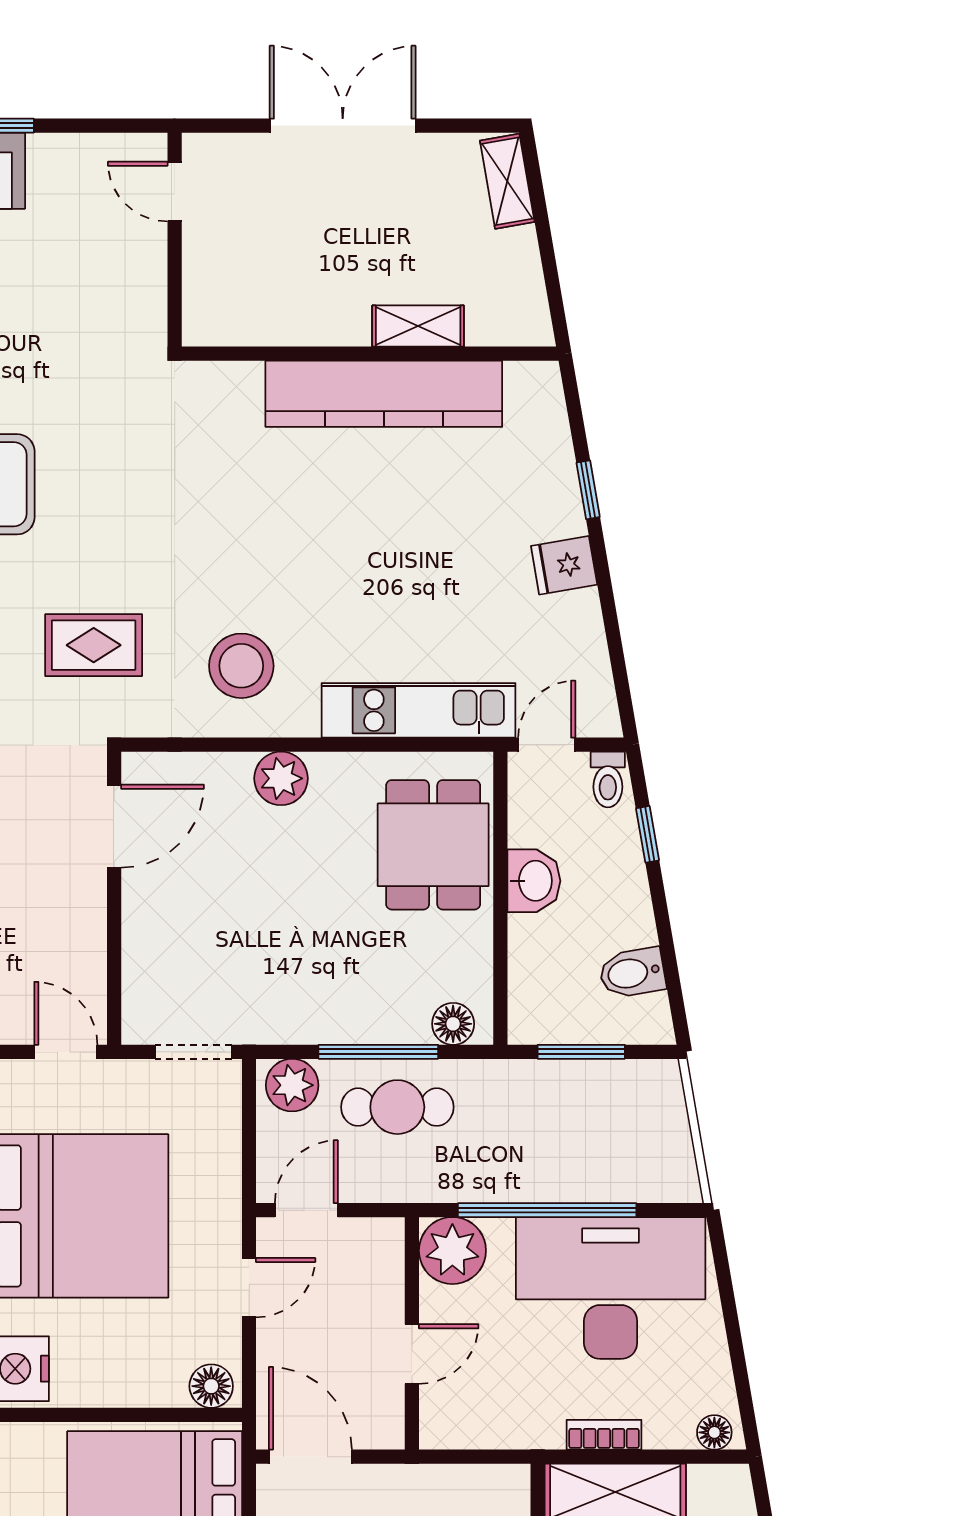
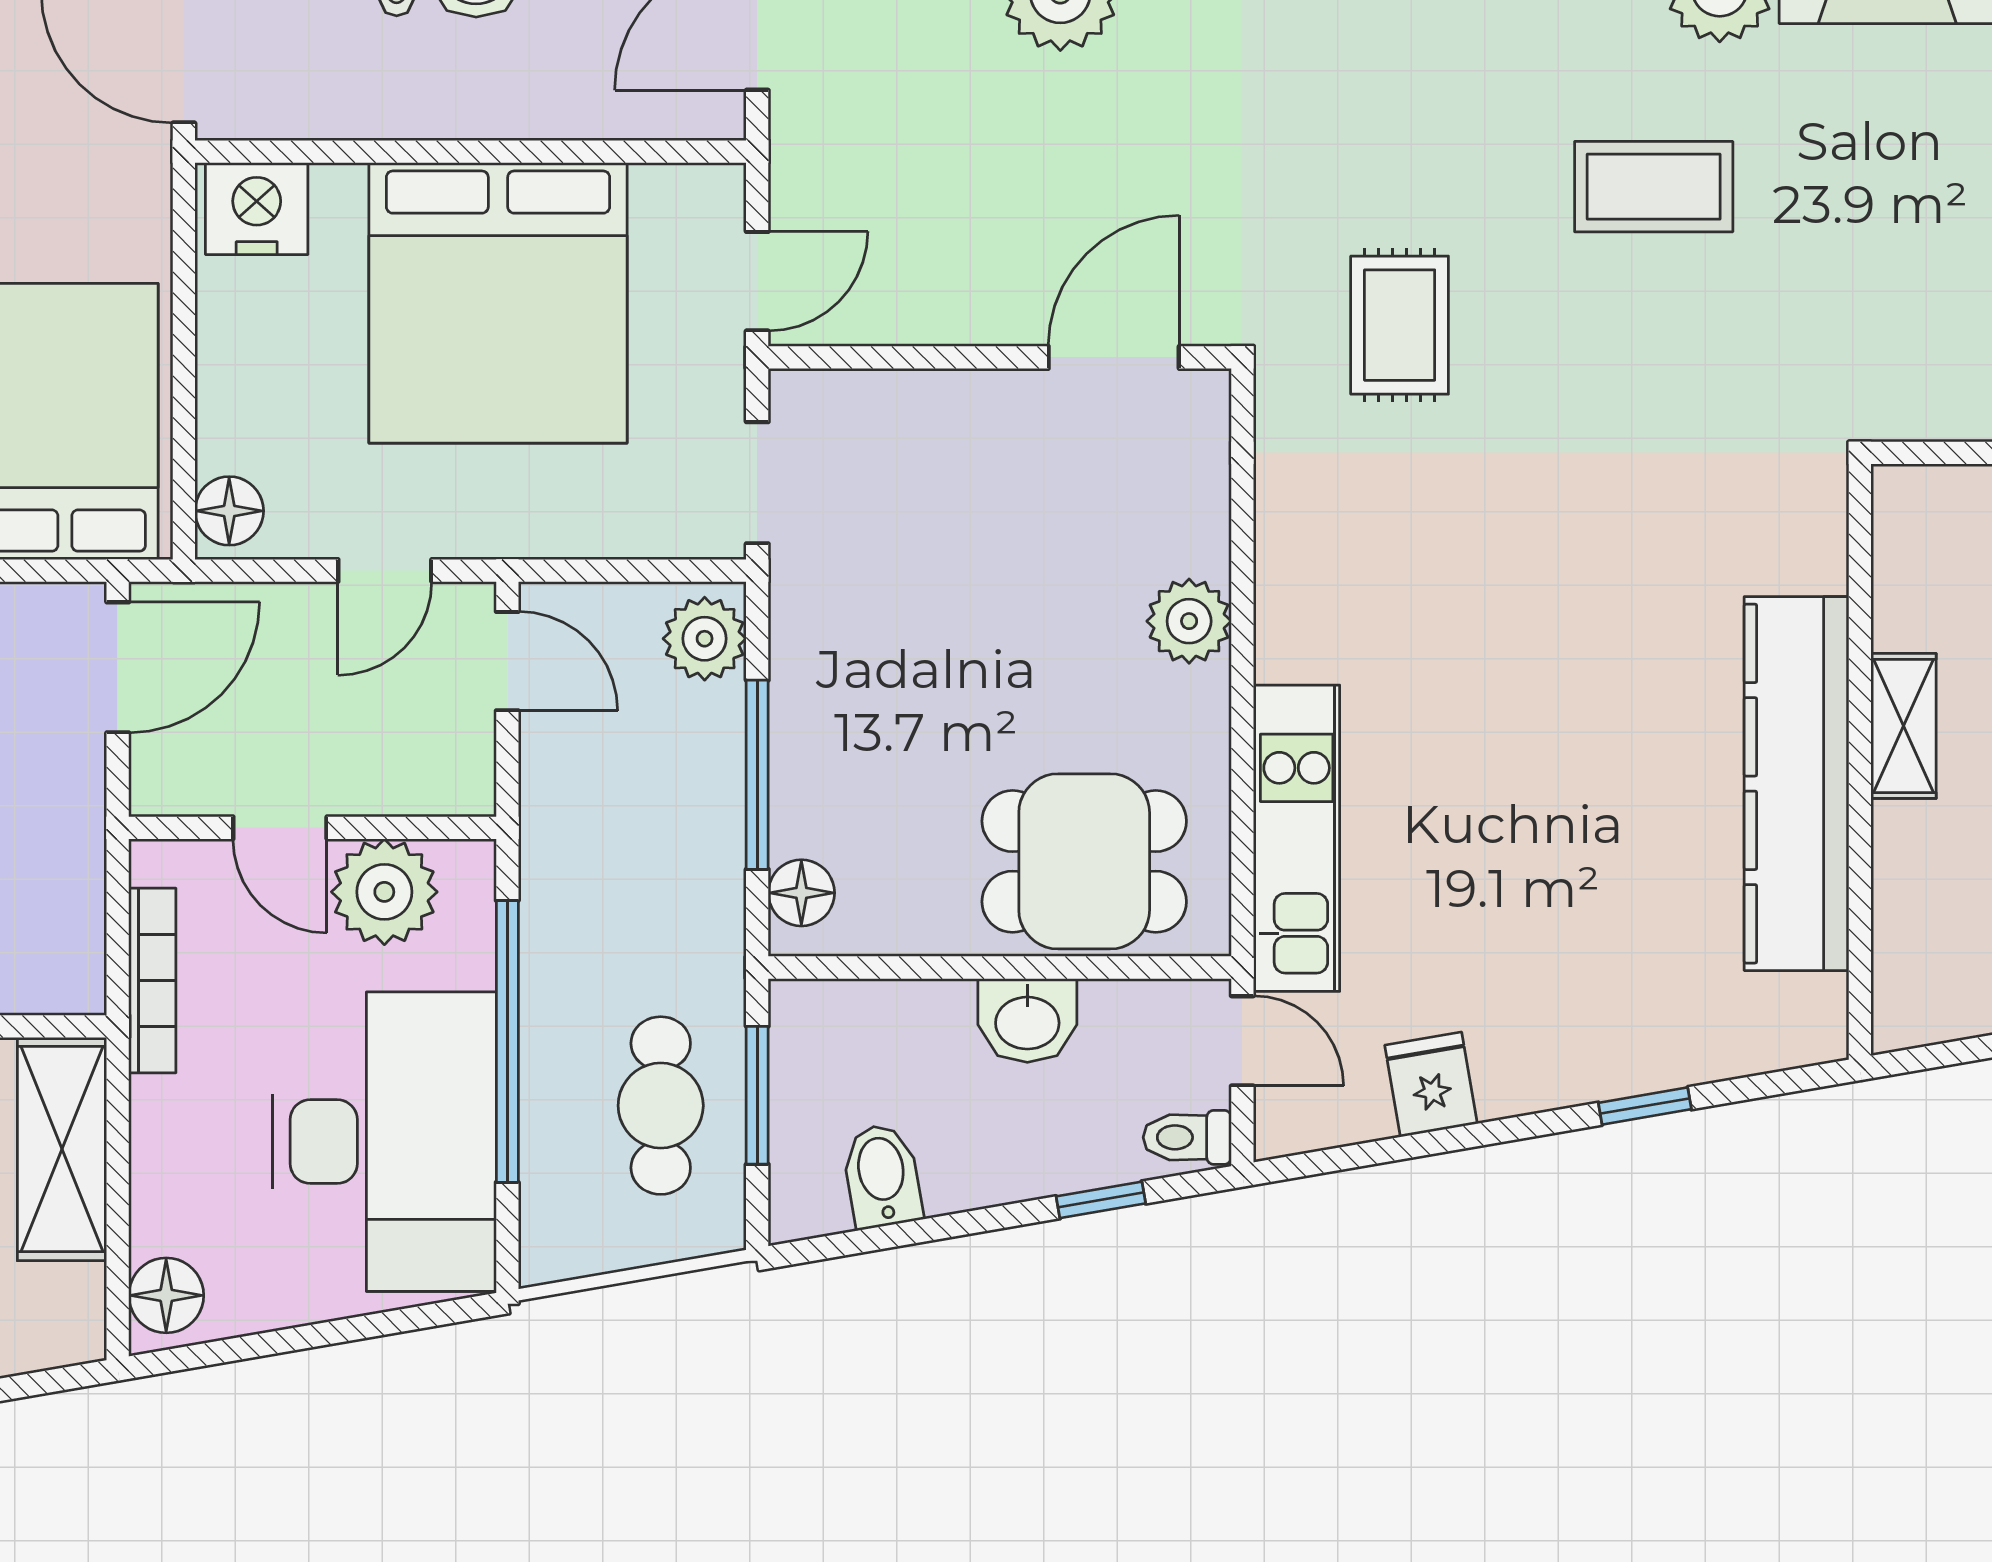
shelving: (418, 326) -> (1904, 726), moved
fridge: (564, 565) -> (1431, 1084), moved
stool: (241, 666) -> (1367, 558), removed
door: (114, 826) -> (1114, 357), swing flipped
cafe table: (397, 1107) -> (661, 1106), moved
plant: (452, 1251) -> (384, 892), moved
door: (249, 1288) -> (385, 571), hinge flipped
floor lamp: (714, 1432) -> (166, 1295), width x1.37, depth x1.37
bookcase: (604, 1435) -> (152, 981), moved, width x1.56

